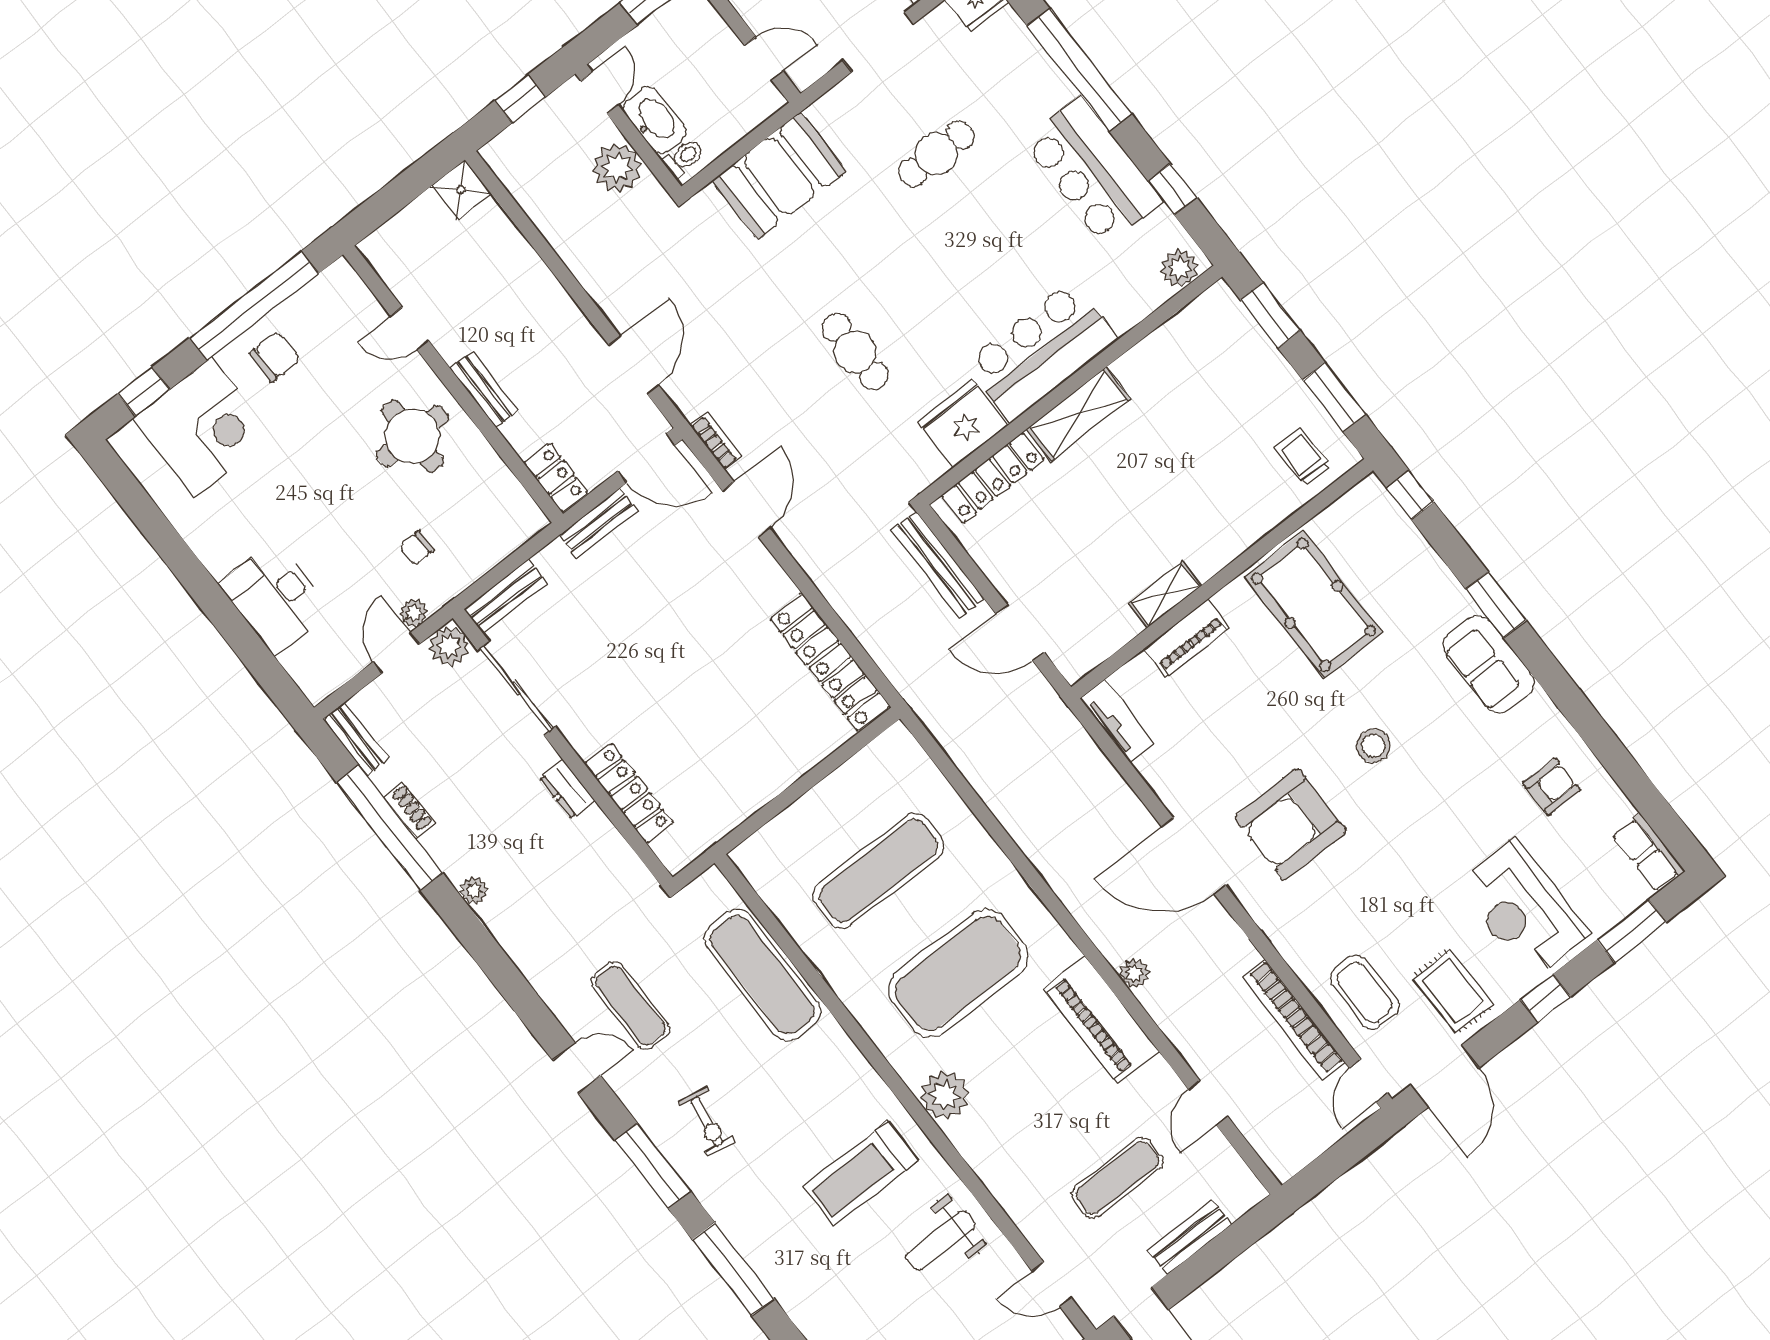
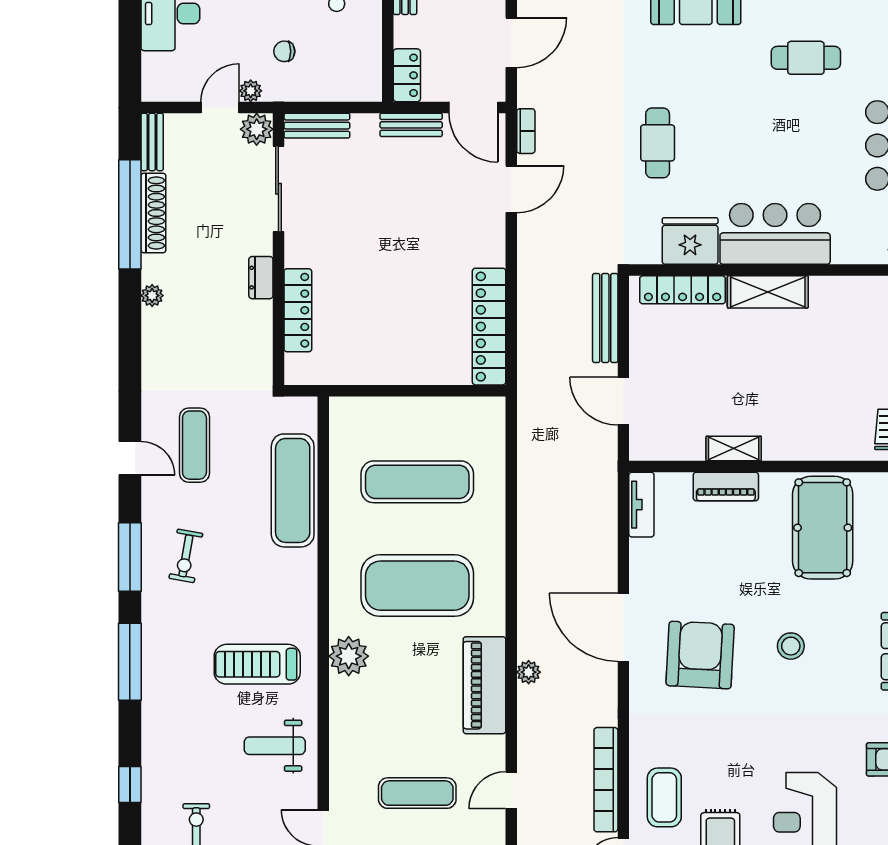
shoe rack: (409, 810) -> (153, 213), width x1.94, depth x1.24
armchair: (1291, 824) -> (700, 655), turned 93

